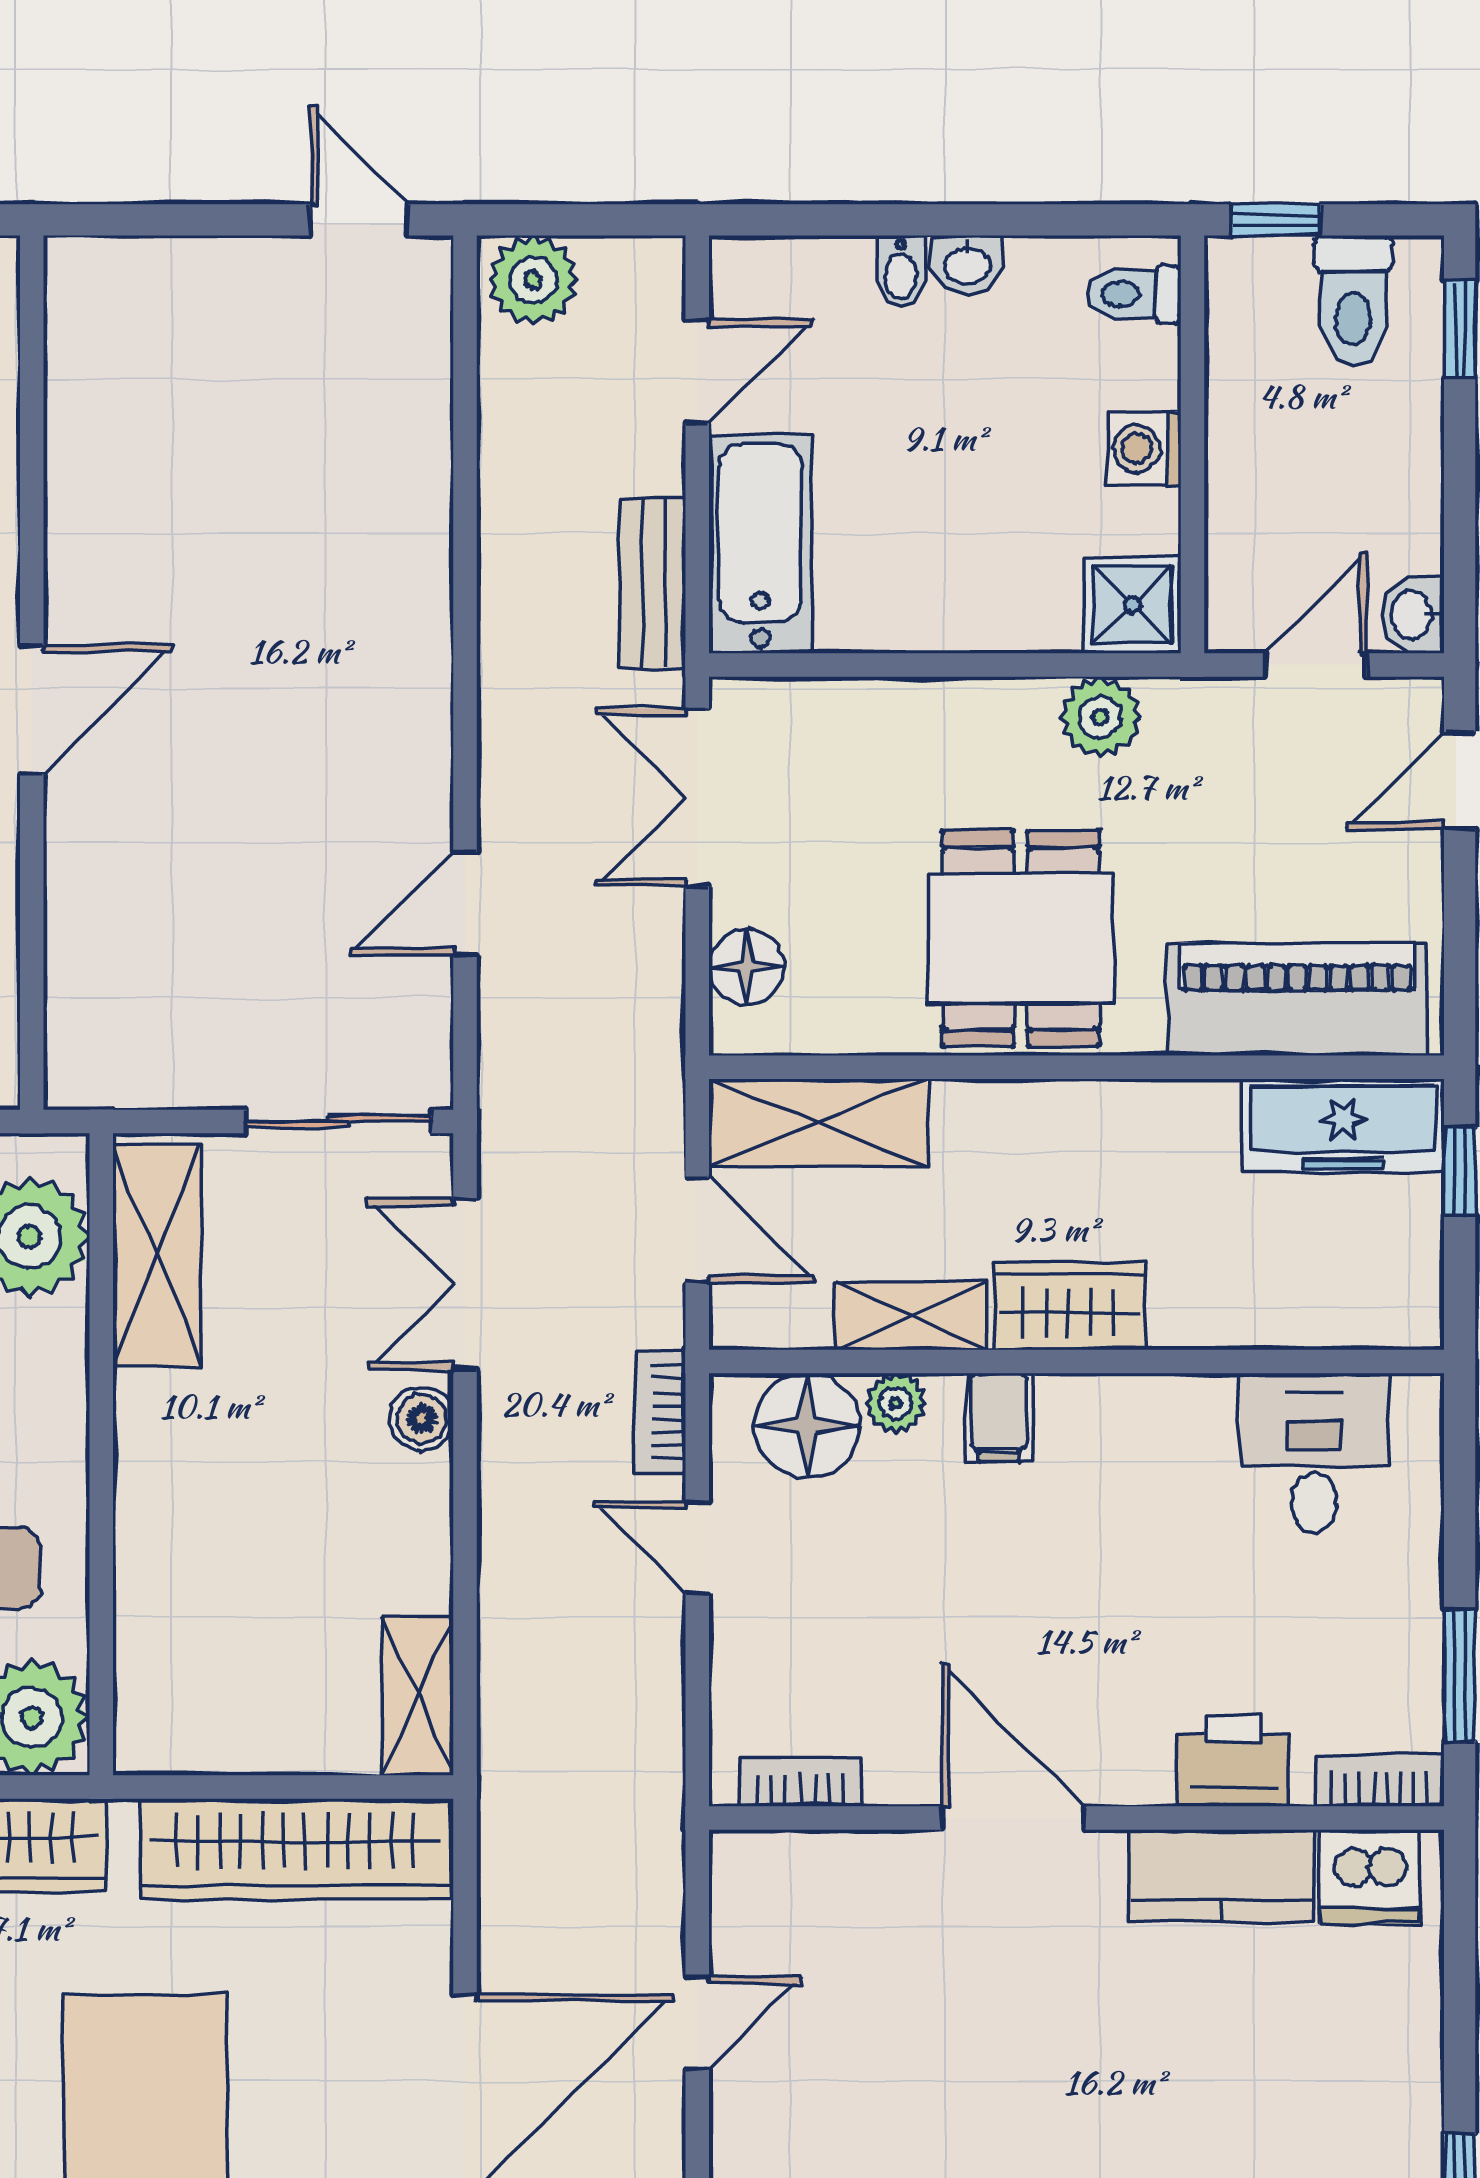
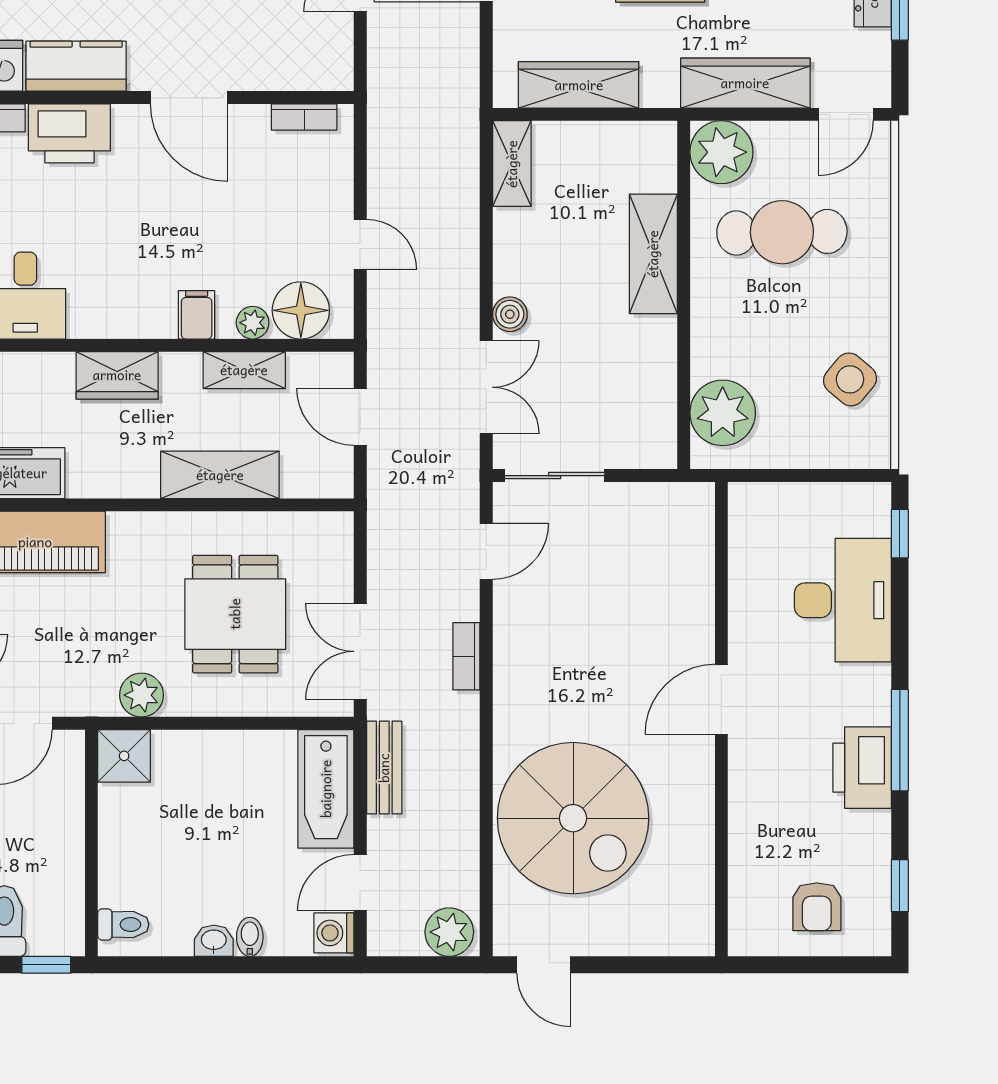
washing machine: (1144, 448) -> (334, 933), moved, turned 180
spiral stairs: (305, 490) -> (573, 818), added
double door: (697, 797) -> (360, 651), swing flipped
door: (465, 904) -> (486, 551), moved
dining table: (1020, 939) -> (235, 614), moved
floor lamp: (747, 967) -> (333, 559), removed
shelving: (818, 1123) -> (220, 475), moved
shelving: (157, 1255) -> (653, 254), moved
wardrobe: (1068, 1306) -> (117, 375), moved
bookcase: (661, 1412) -> (466, 656), moved, turned 180
printer: (1233, 1761) -> (69, 133), width x1.37, depth x1.19
wardrobe: (295, 1849) -> (579, 85), width x0.71, depth x0.85

